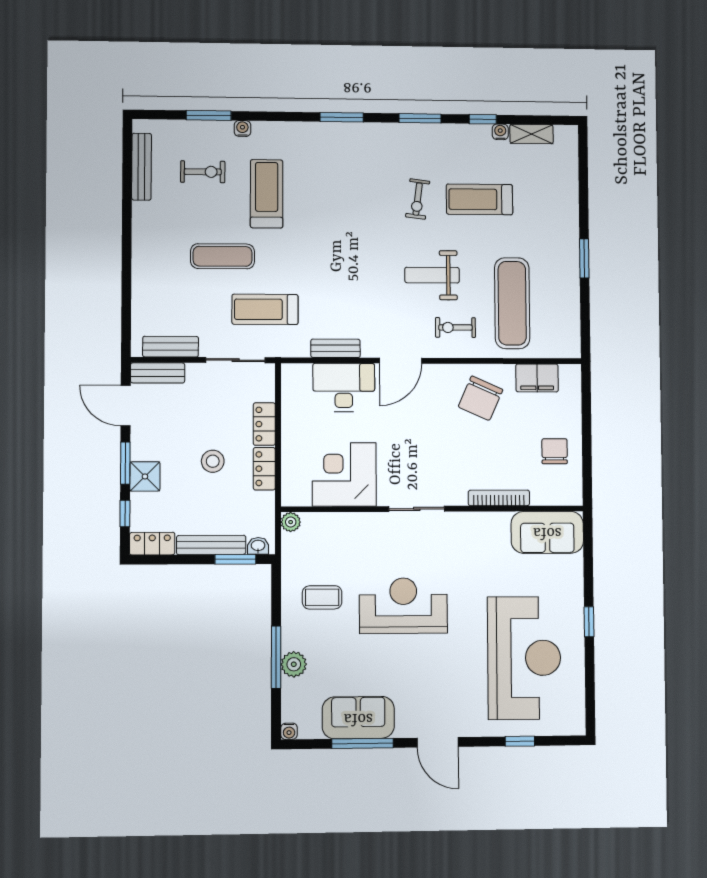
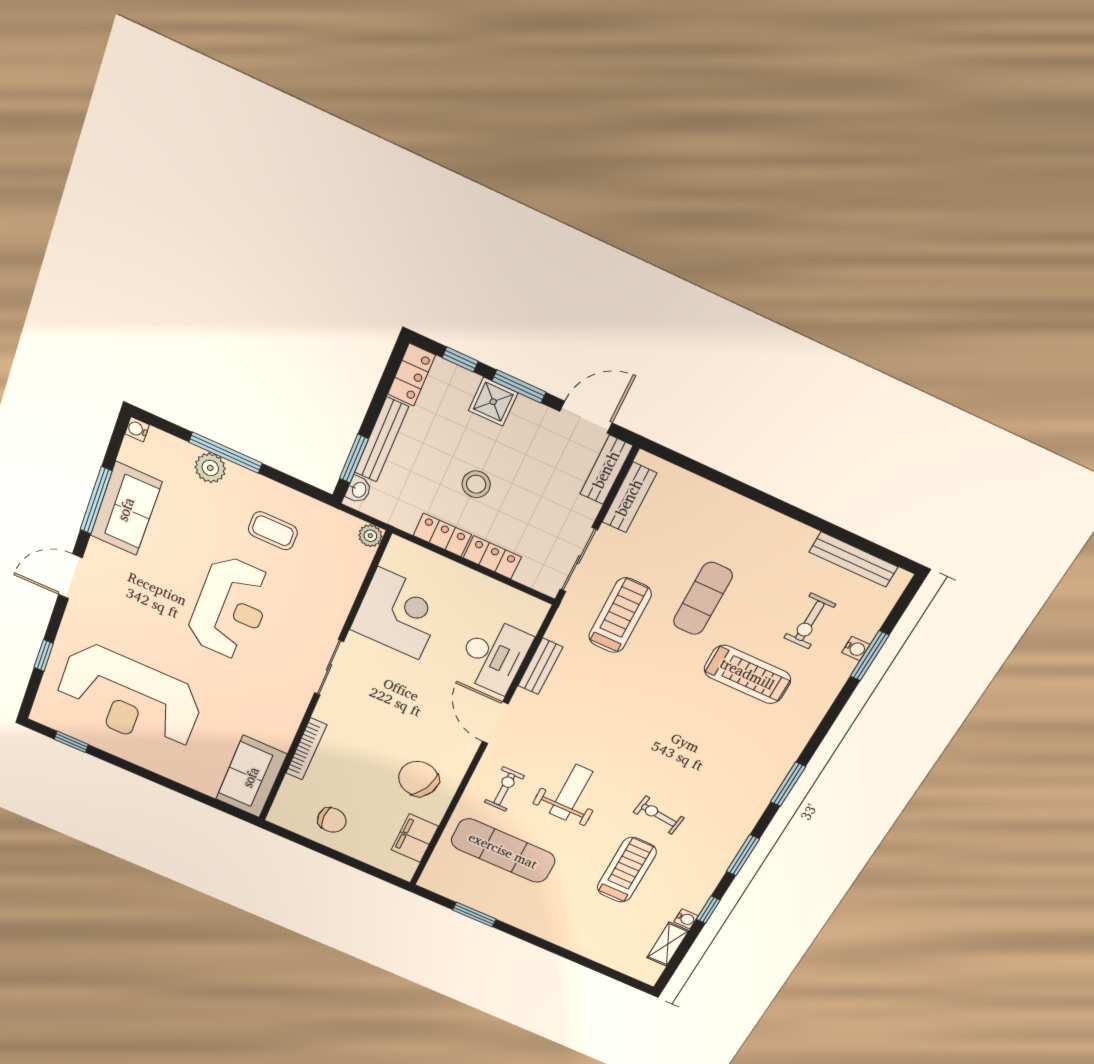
water cooler: (242, 128) -> (856, 649), moved
window: (584, 258) -> (474, 915), moved
coffee table: (322, 597) -> (273, 531), turned 90
window: (589, 622) -> (71, 742), moved

